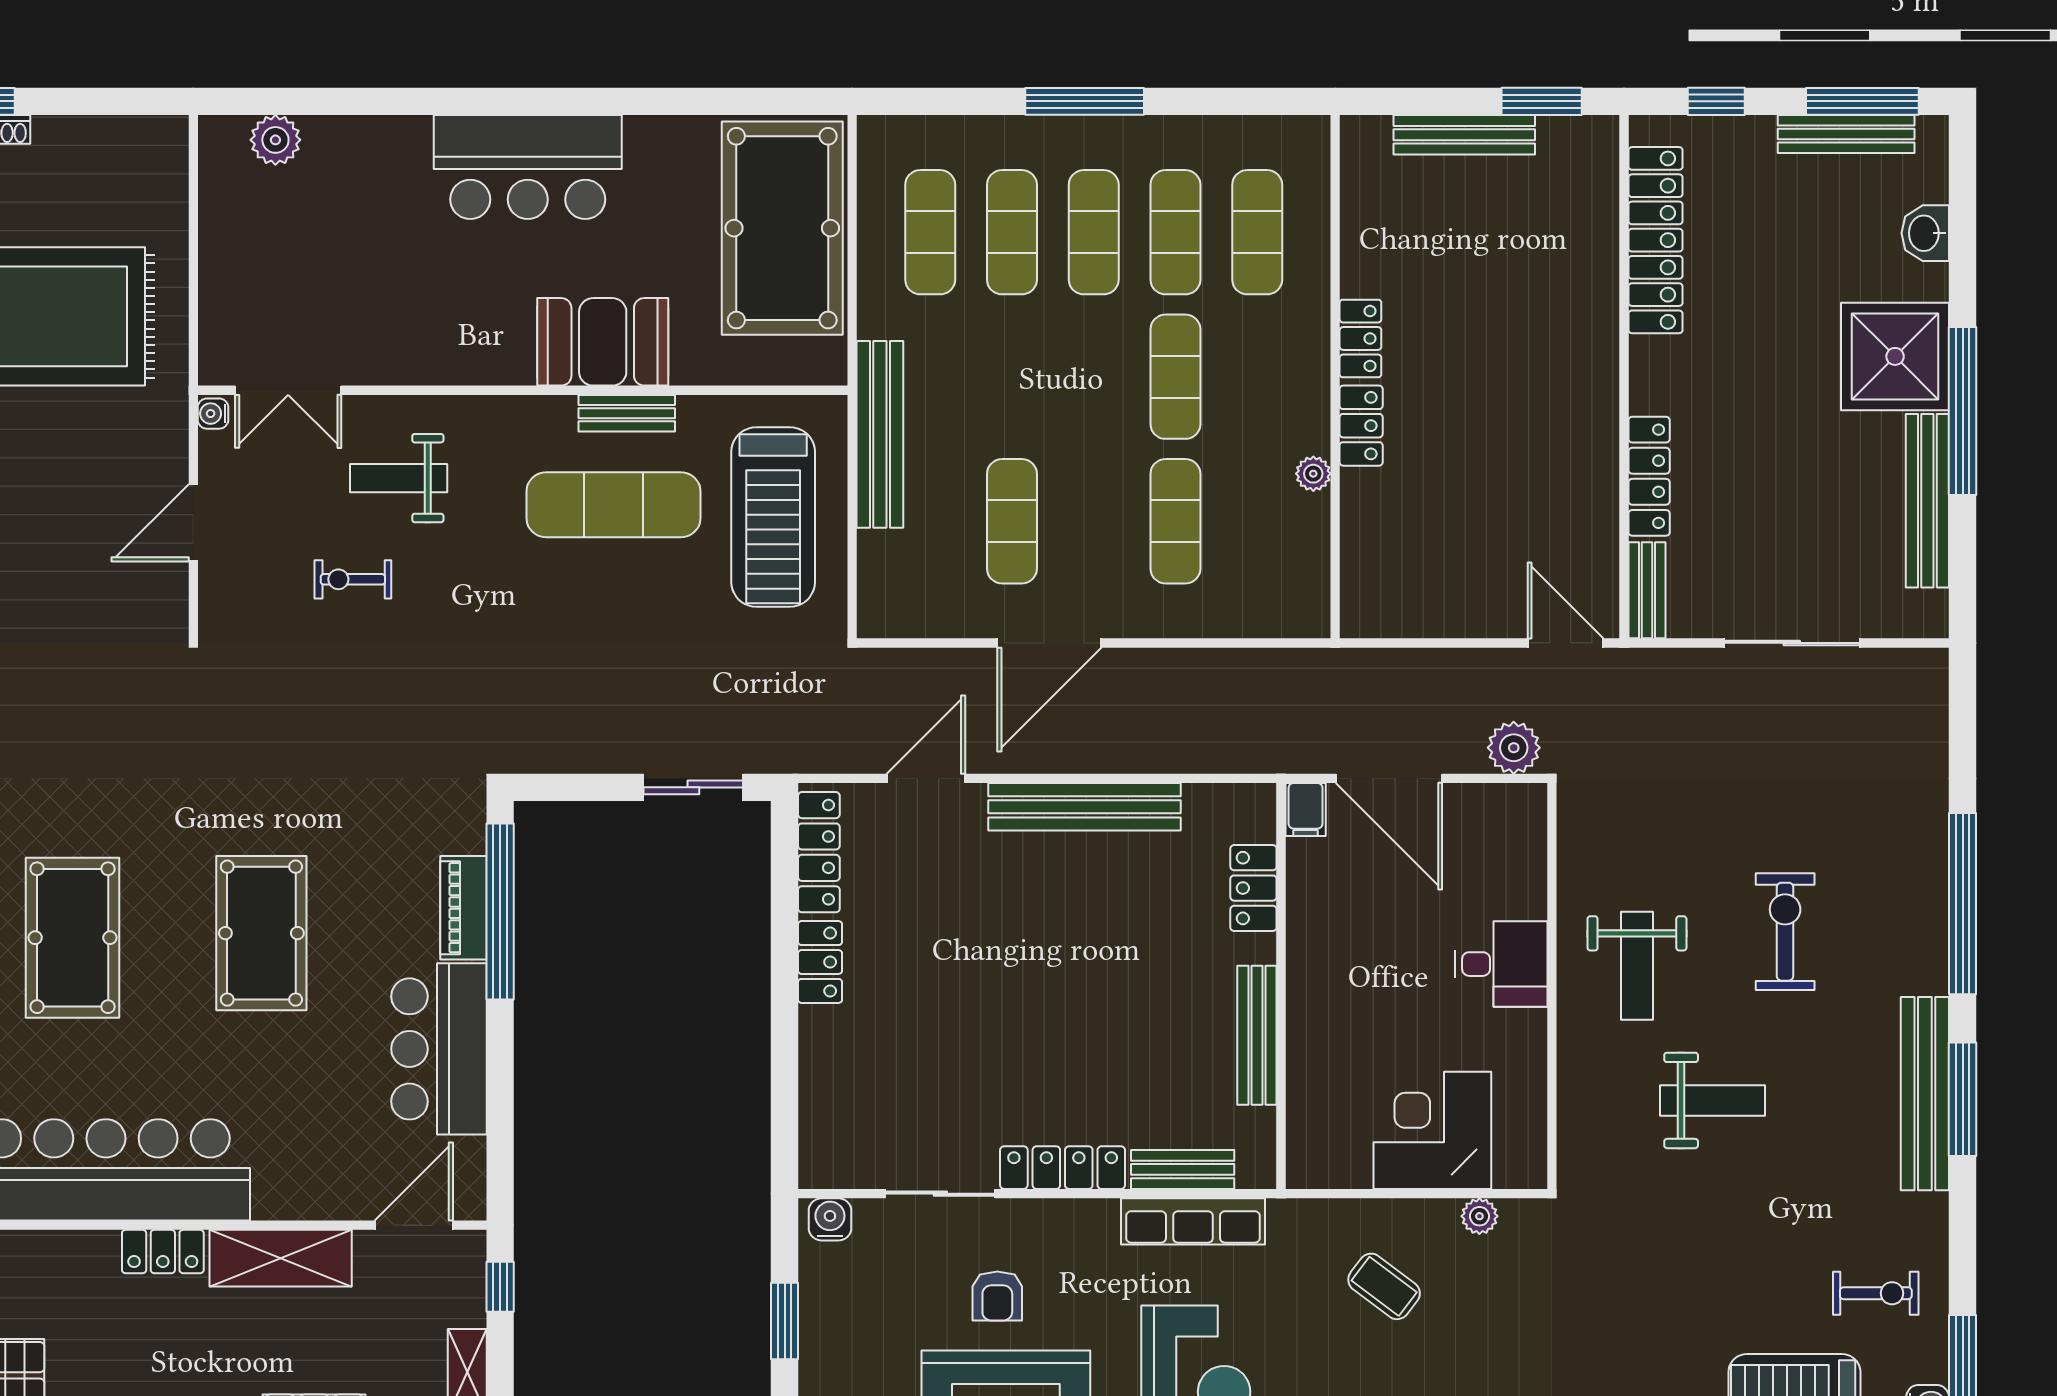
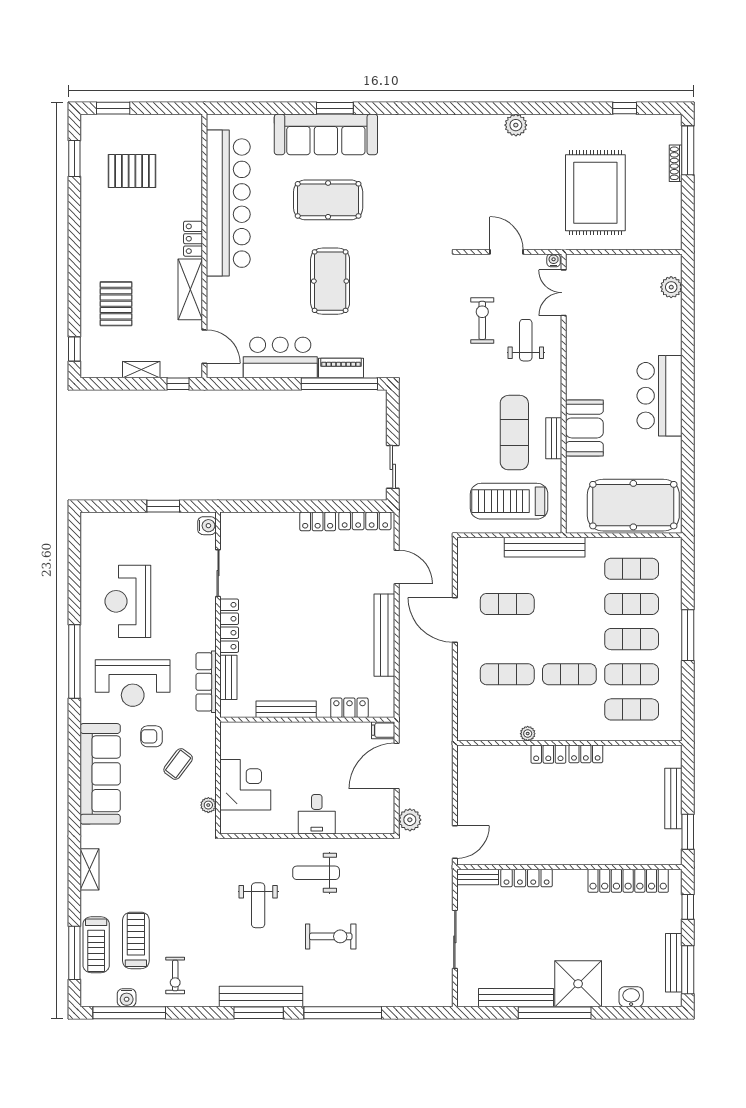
exercise bike: (353, 579) -> (482, 320), width x1.38, depth x1.39
pool table: (261, 933) -> (330, 281), turned 90
armchair: (997, 1296) -> (152, 736), moved

